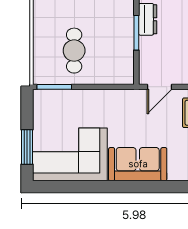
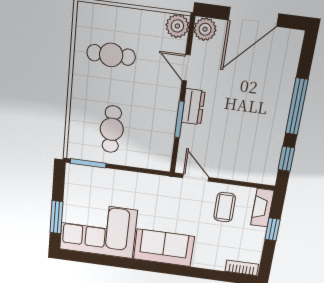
door: (159, 87) -> (196, 178), swing flipped

